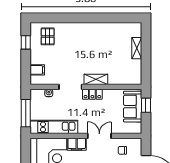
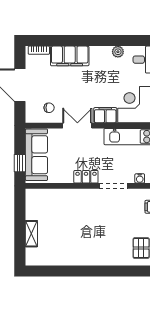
shelving: (96, 79) -> (82, 195), removed
sofa: (133, 107) -> (36, 155), width x1.36
double door: (99, 136) -> (77, 126), swing flipped

